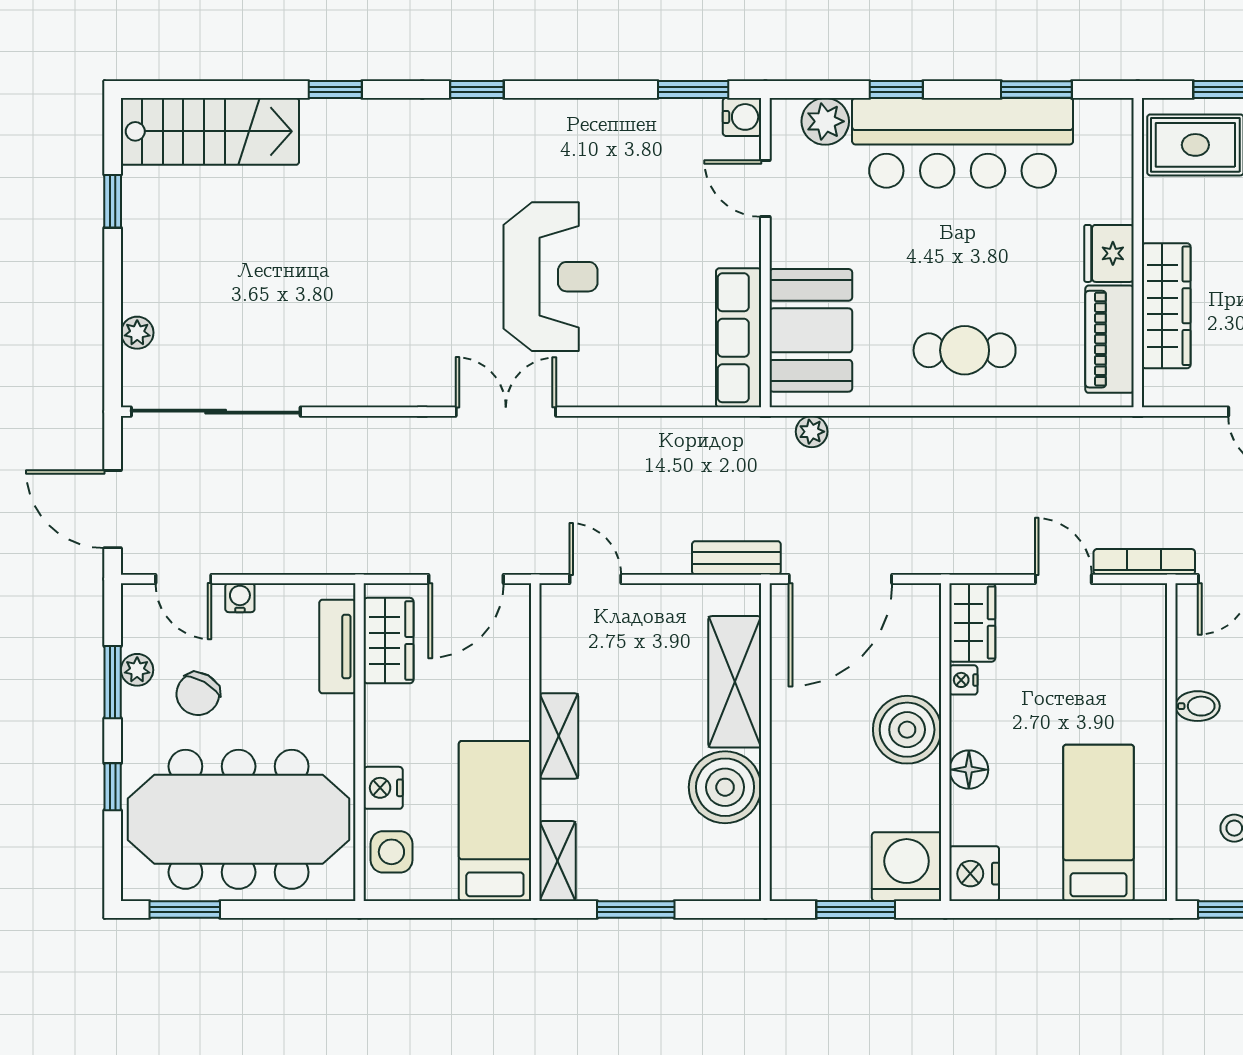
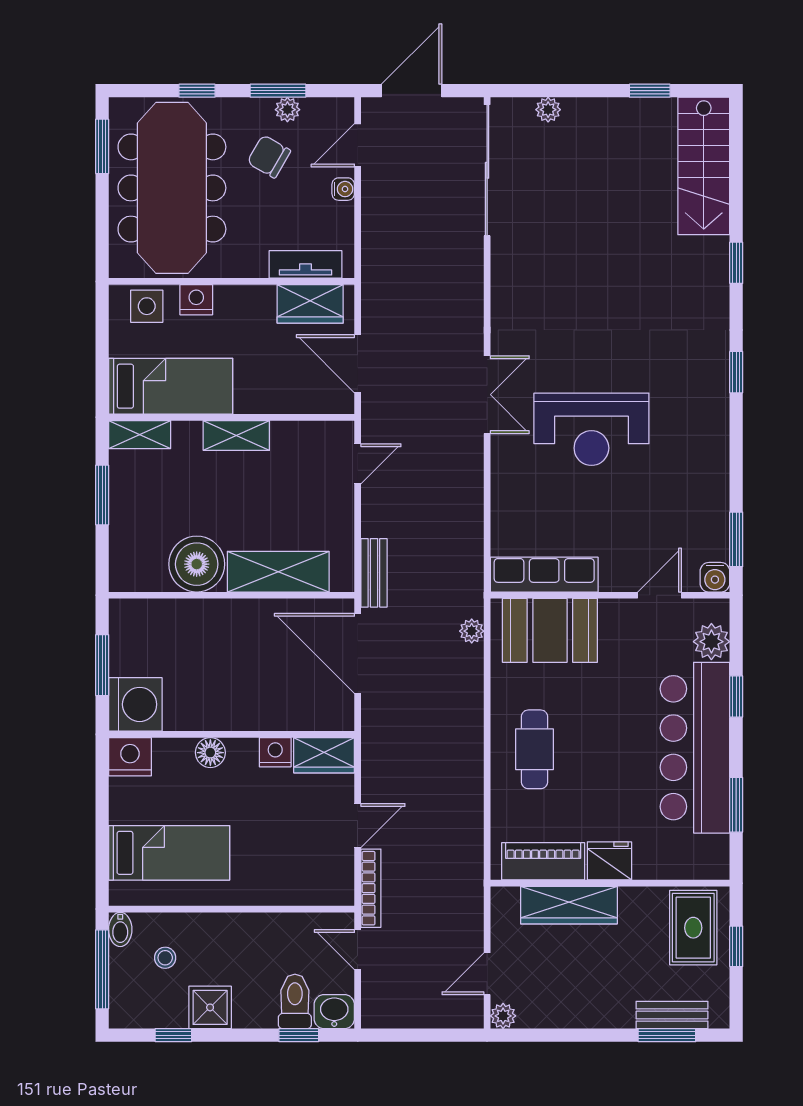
nightstand: (963, 680) -> (275, 752), width x1.39, depth x1.35
bidet: (1198, 706) -> (120, 929), moved
boiler: (907, 730) -> (241, 705), removed

